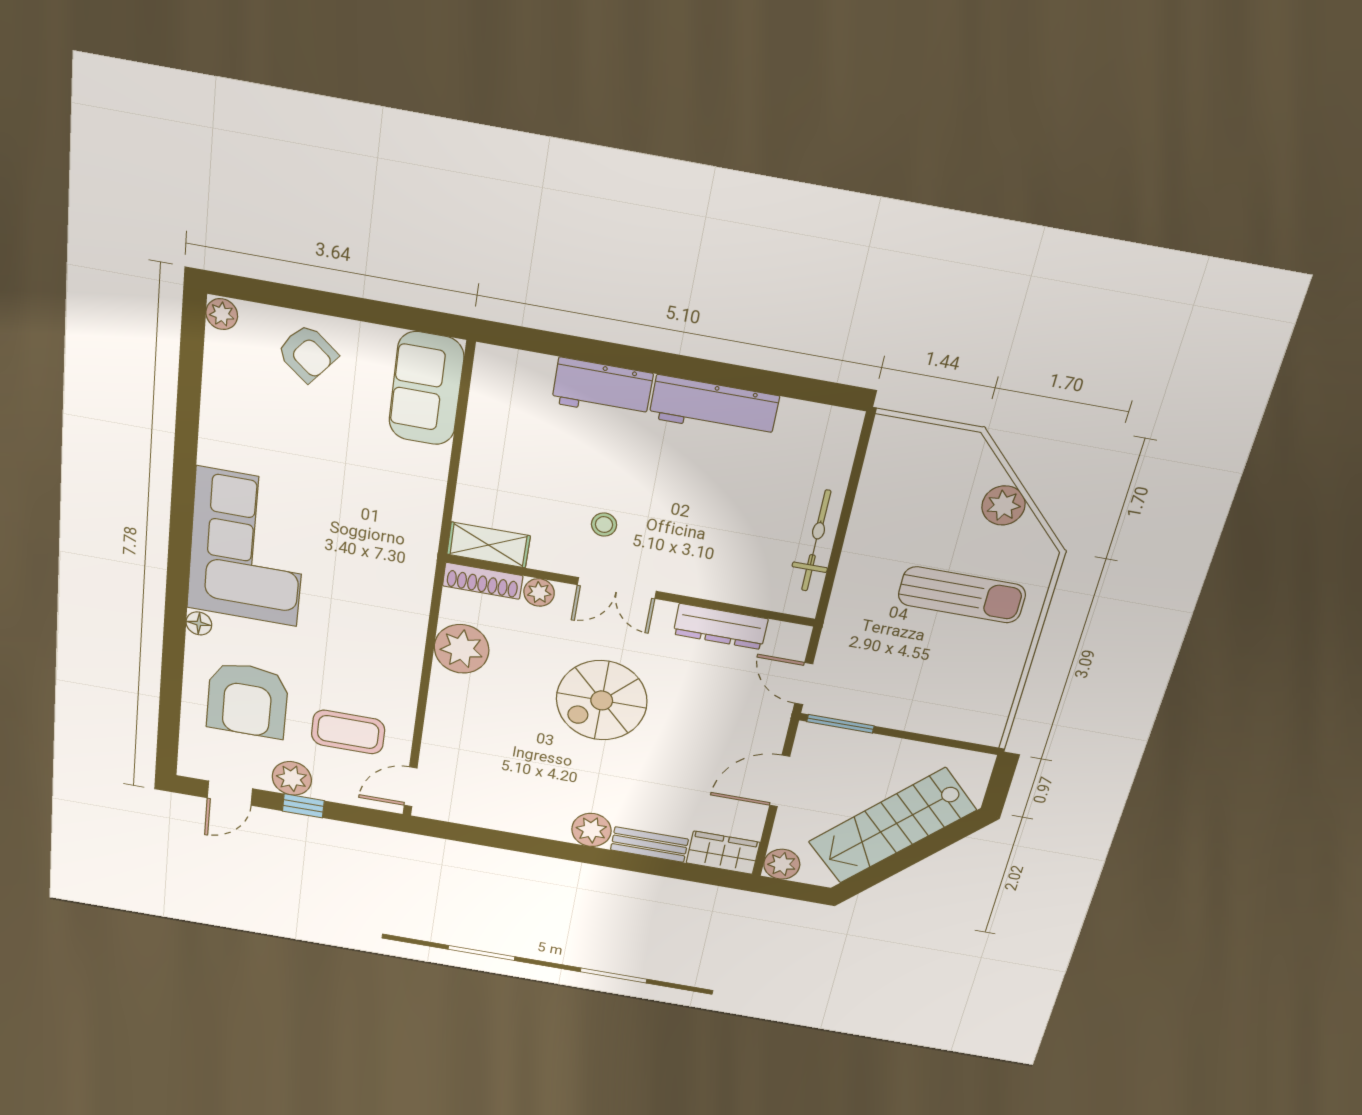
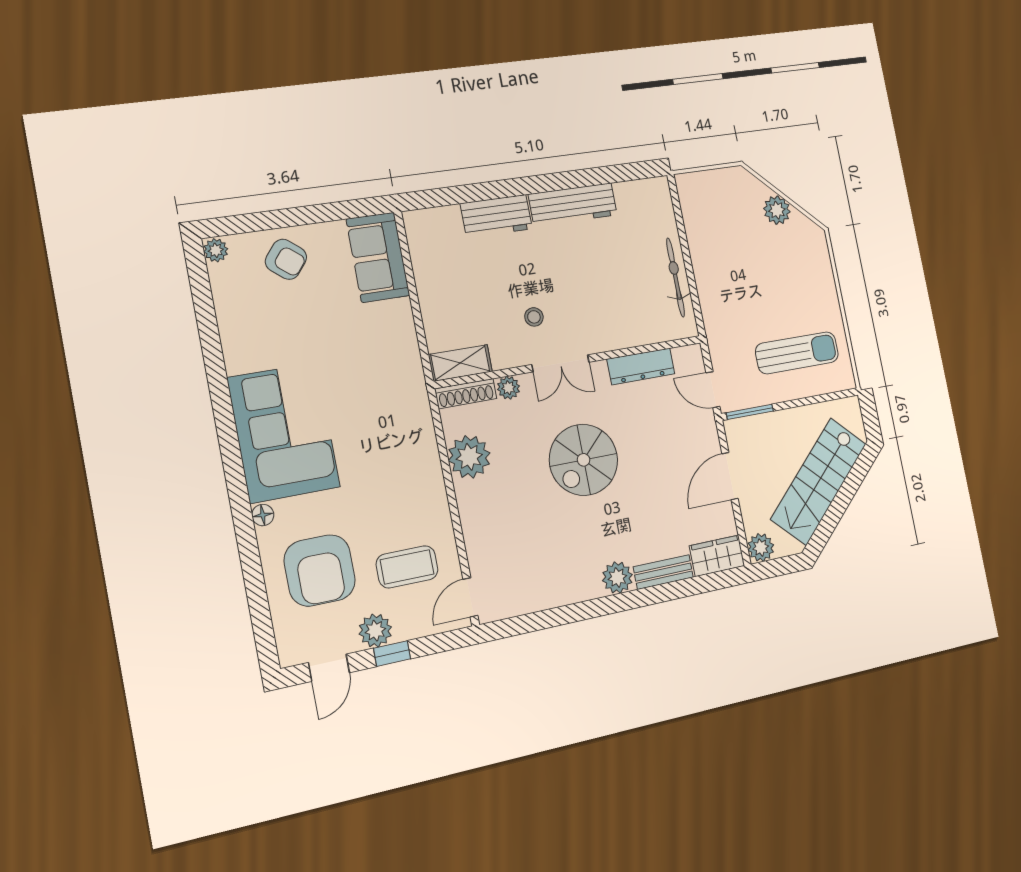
sun lounger: (962, 595) -> (797, 353), moved

